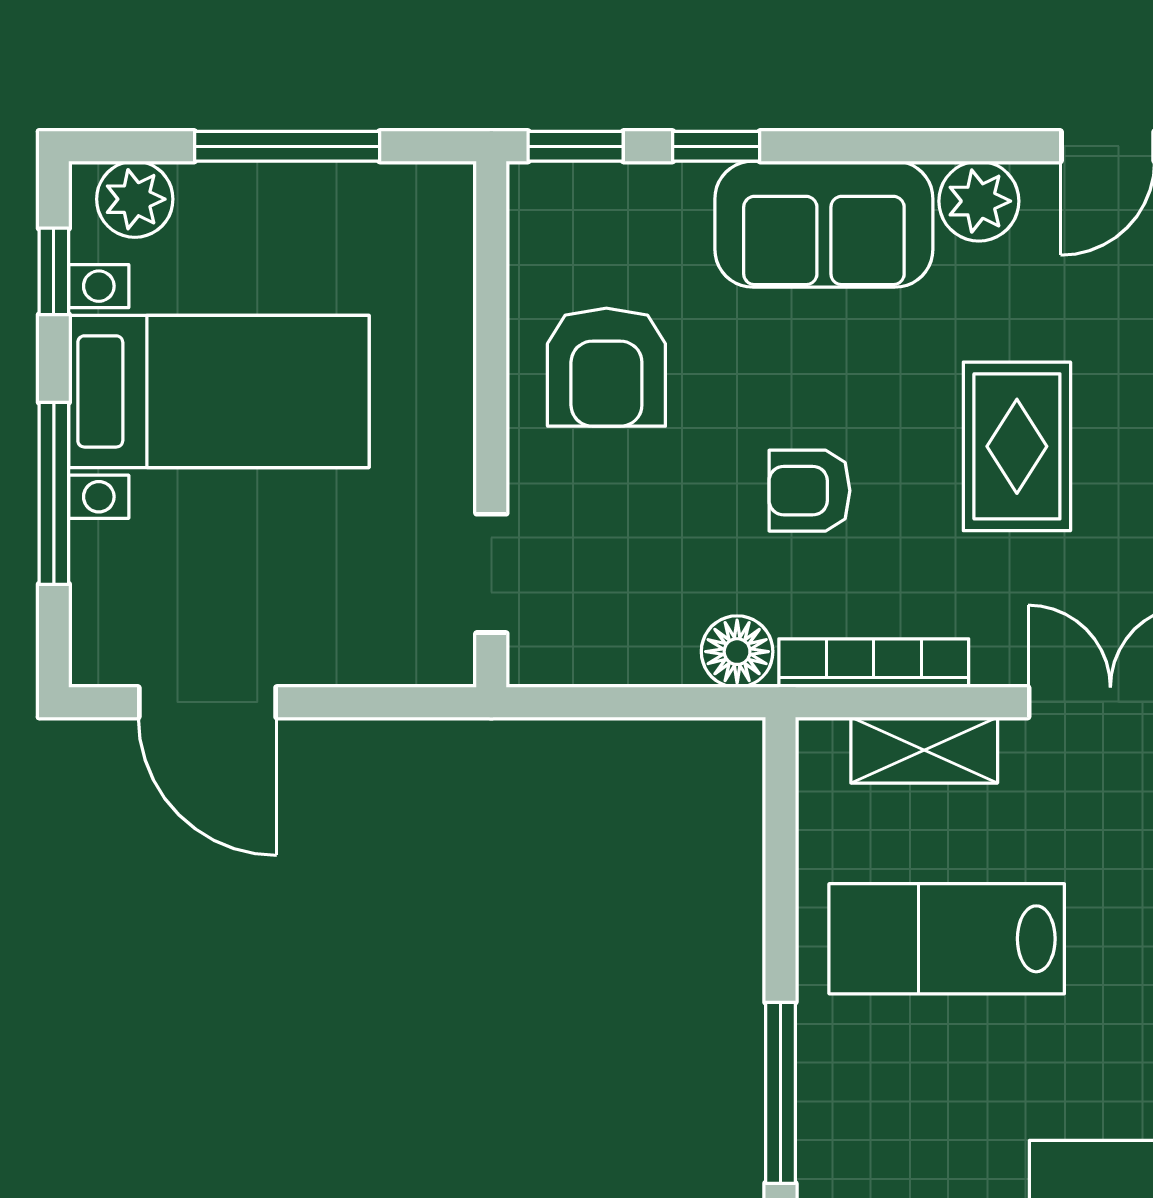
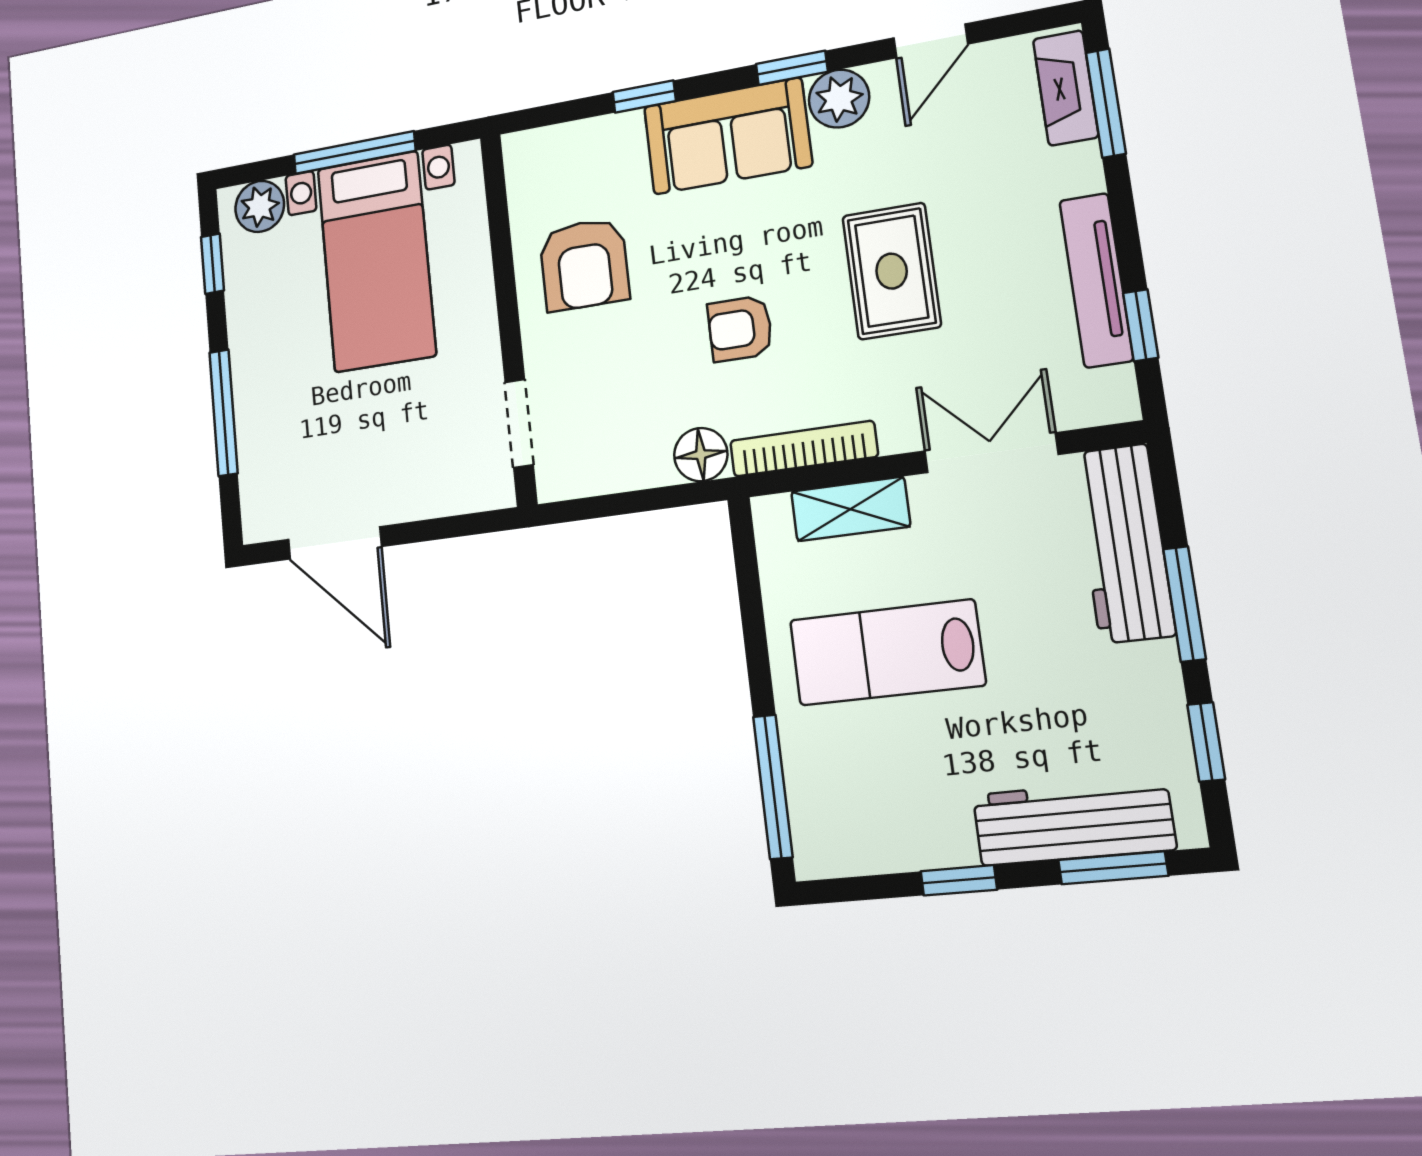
window: (576, 146) -> (792, 68), moved
bed with nightstands: (219, 391) -> (376, 261), moved, turned 90

